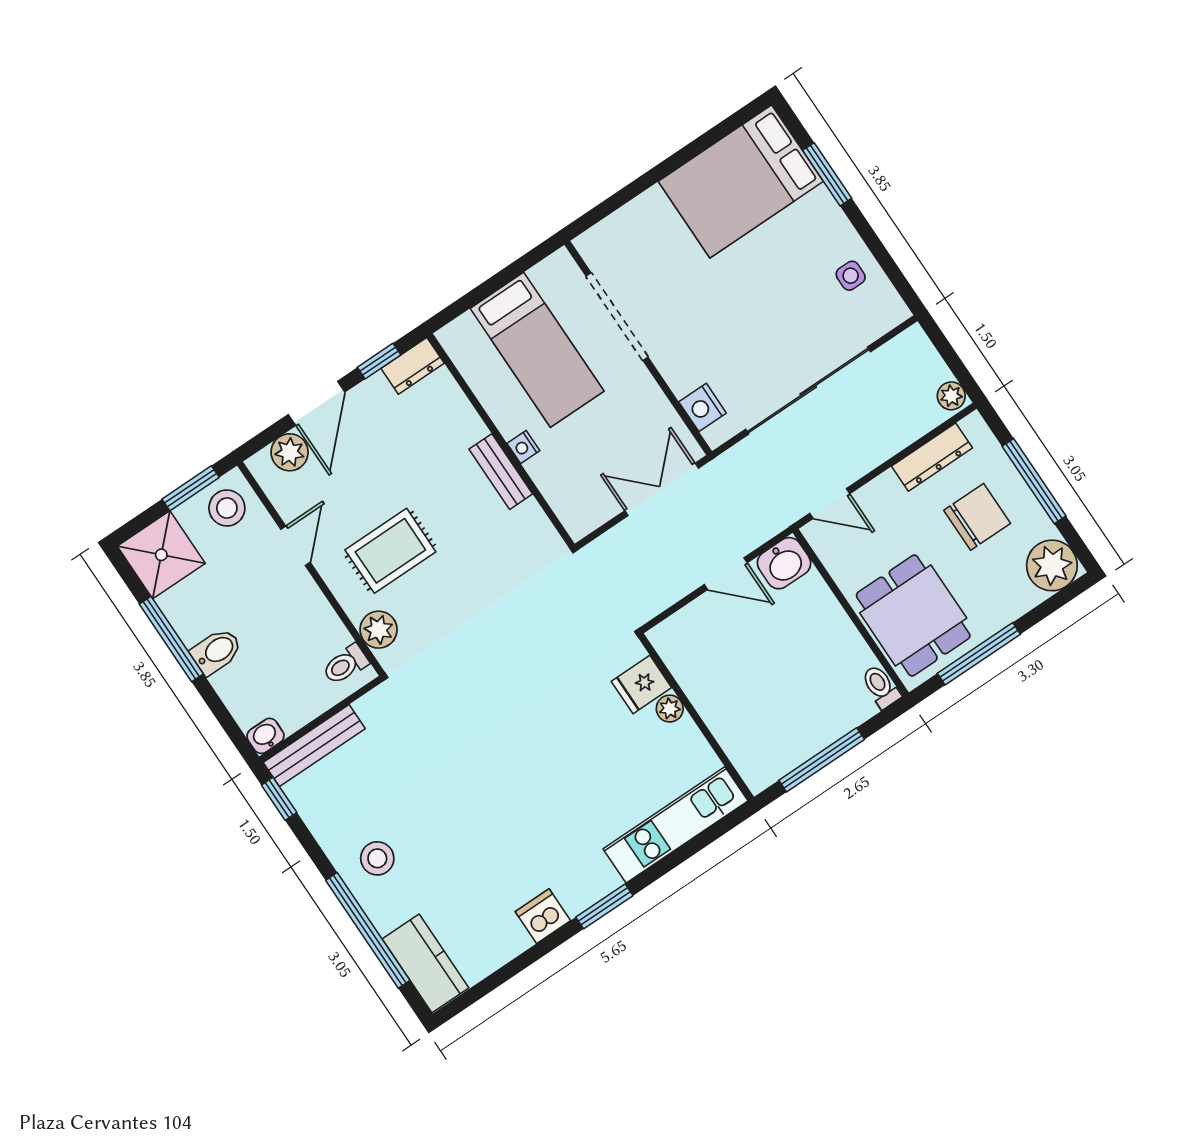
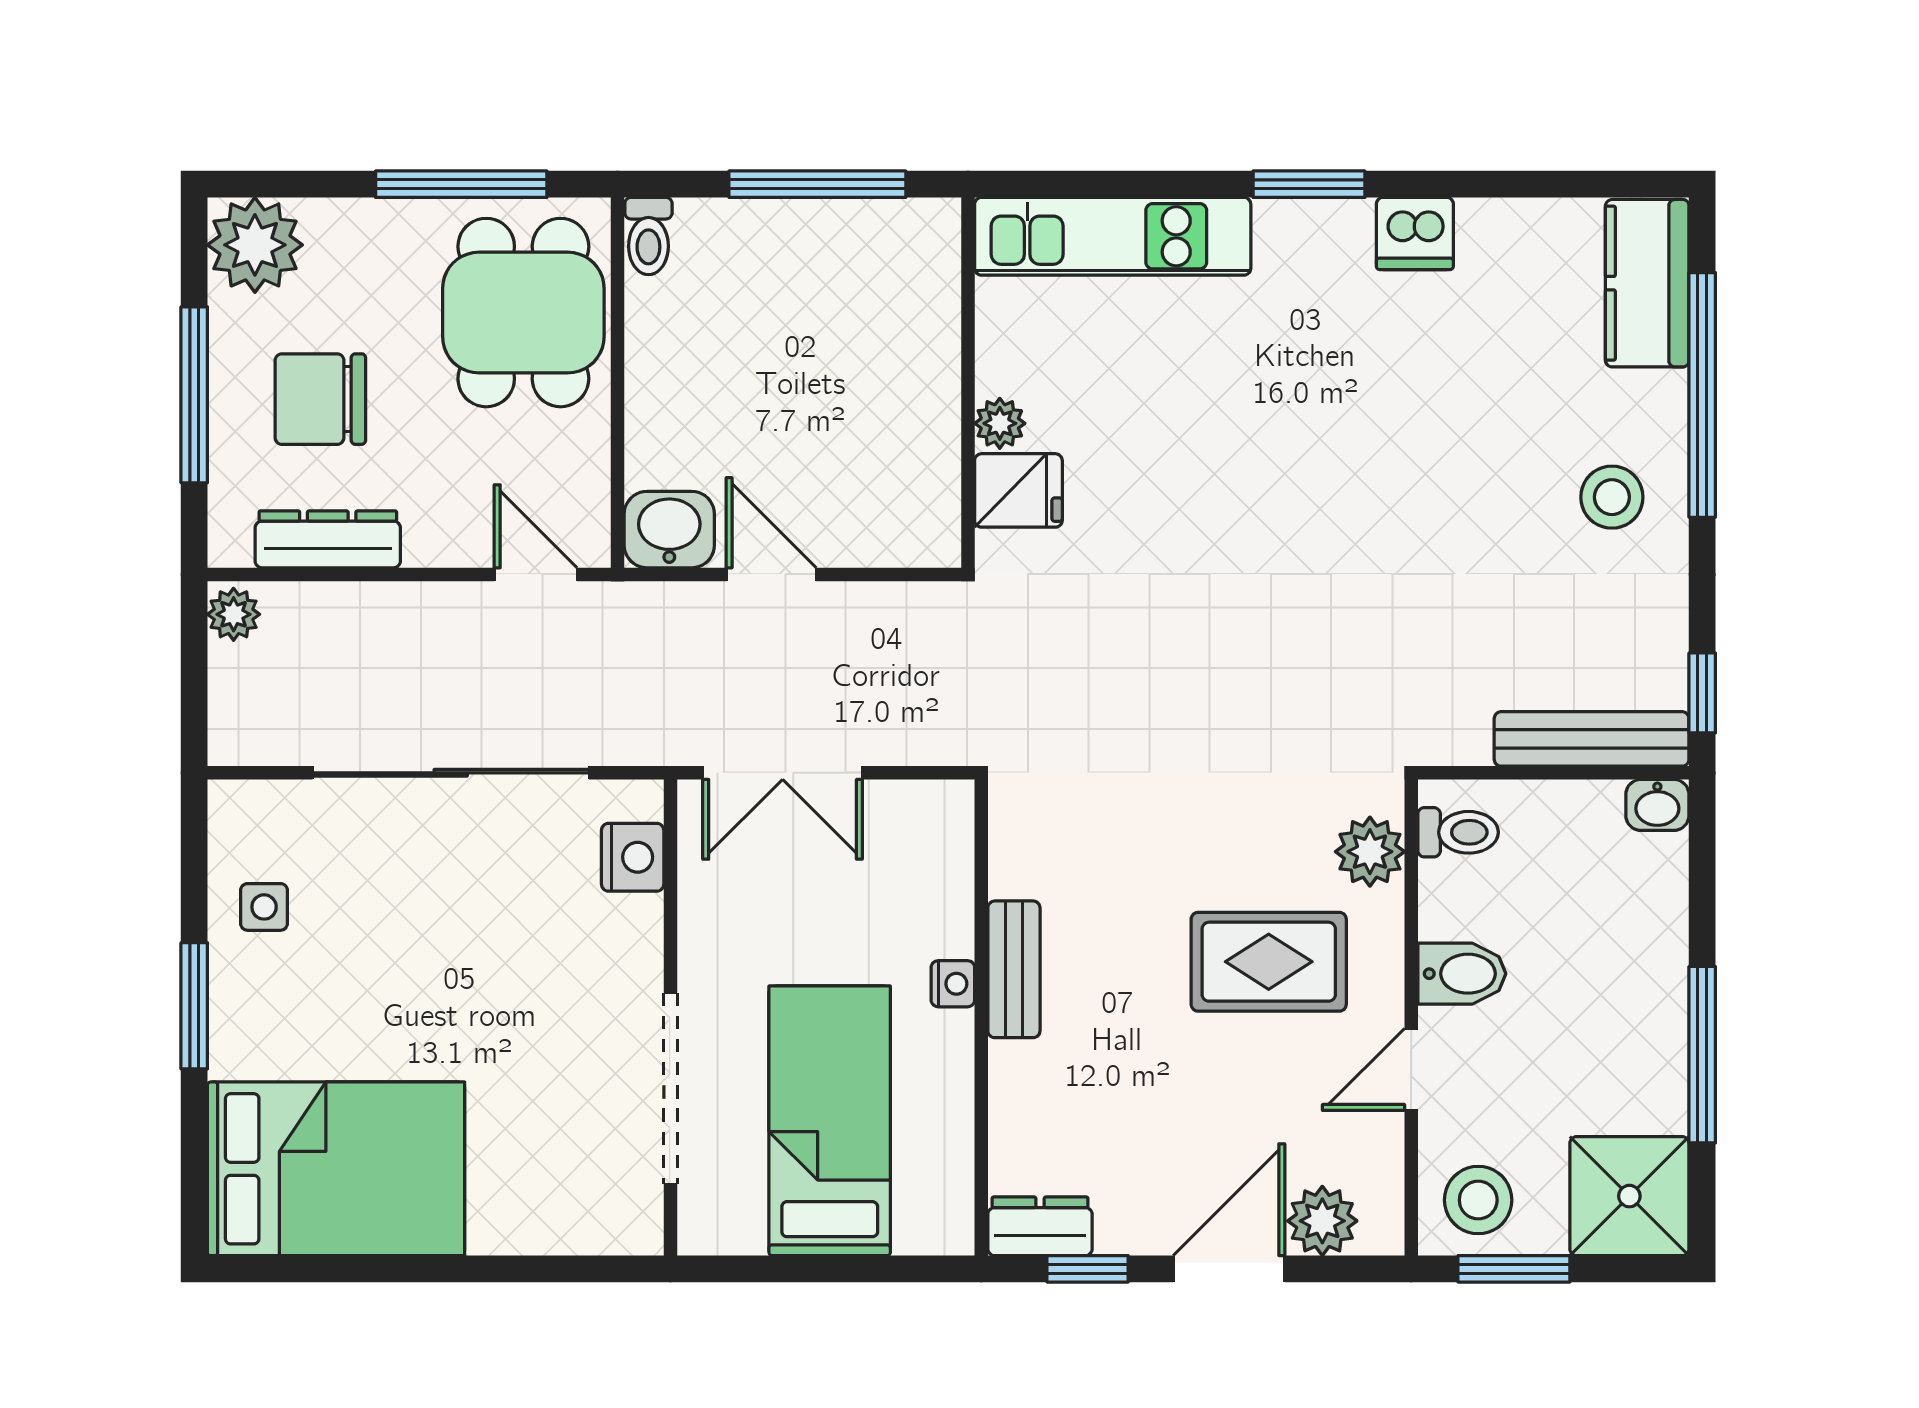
window: (827, 174) -> (194, 1006), moved
bidet: (216, 651) -> (1462, 974), moved, turned 180

